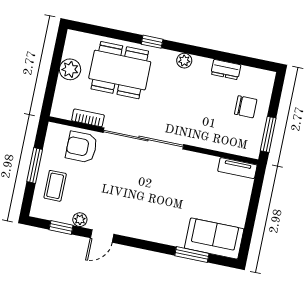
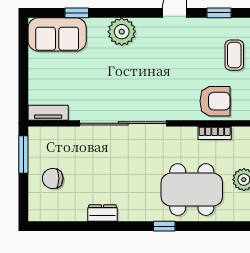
plant: (184, 61) -> (127, 213), removed
dresser: (226, 70) -> (103, 213), moved
sliding door: (143, 139) -> (123, 123), moved
plant: (80, 220) -> (122, 32), moved, width x1.88, depth x1.88
window: (192, 255) -> (77, 13), width x0.67

